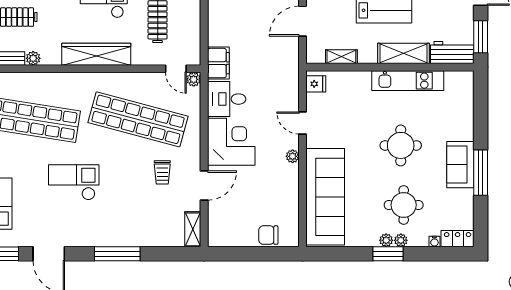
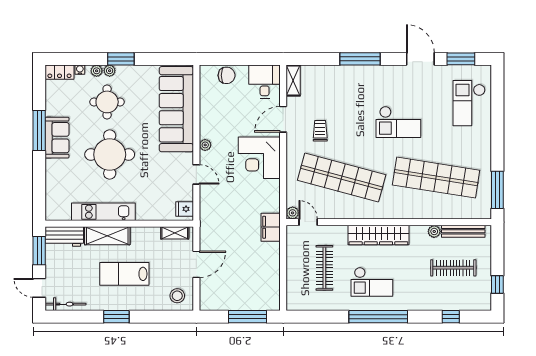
shelving: (341, 57) -> (175, 233), moved
desk: (227, 99) -> (265, 82), moved, turned -90
round table: (401, 145) -> (110, 155), width x1.36, depth x1.36
plant: (386, 240) -> (97, 71), moved

